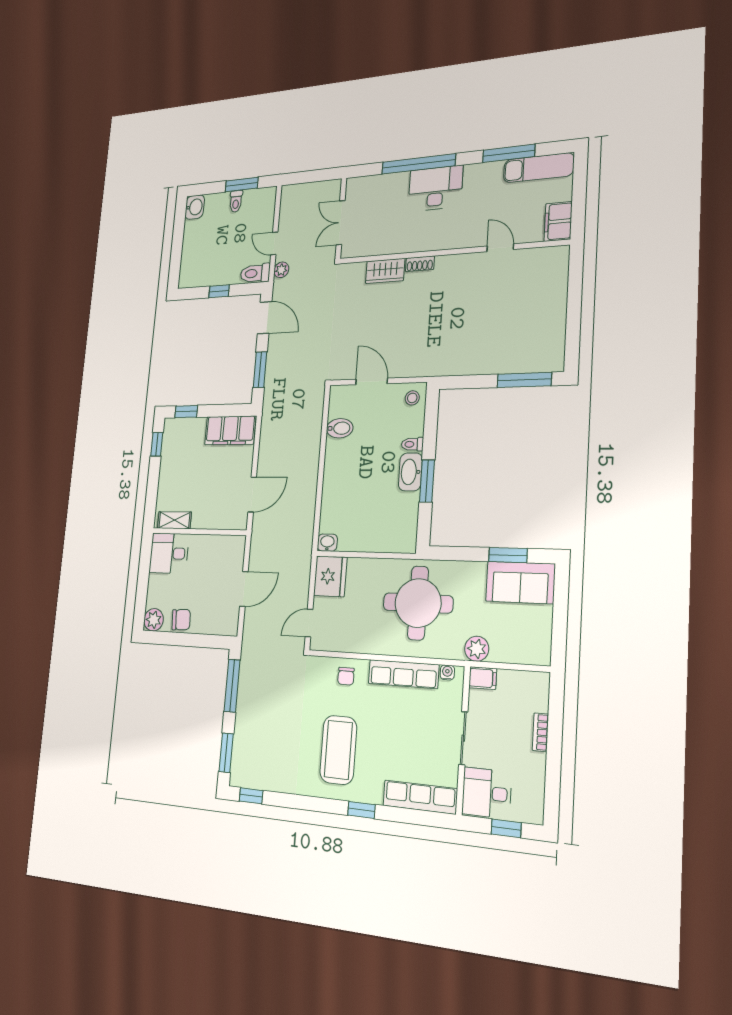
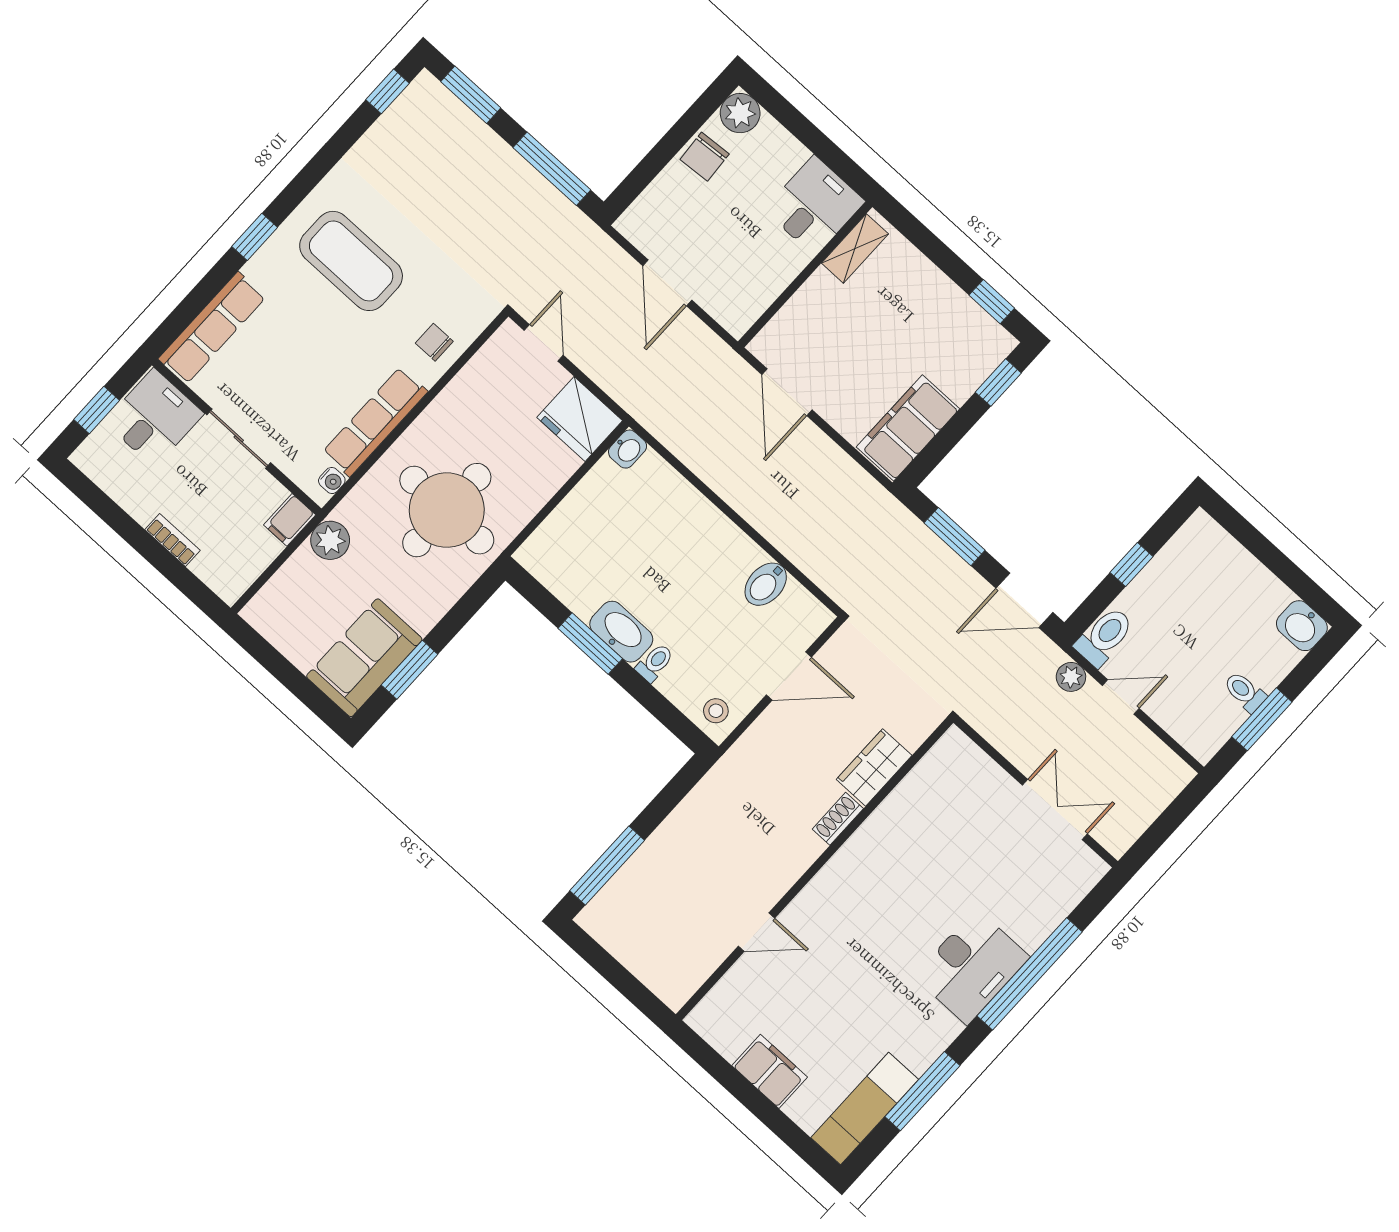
door: (500, 248) -> (757, 932), moved
wall: (450, 252) -> (815, 869), moved
shoe rack: (420, 264) -> (838, 819), moved
wardrobe: (385, 271) -> (874, 767), moved

